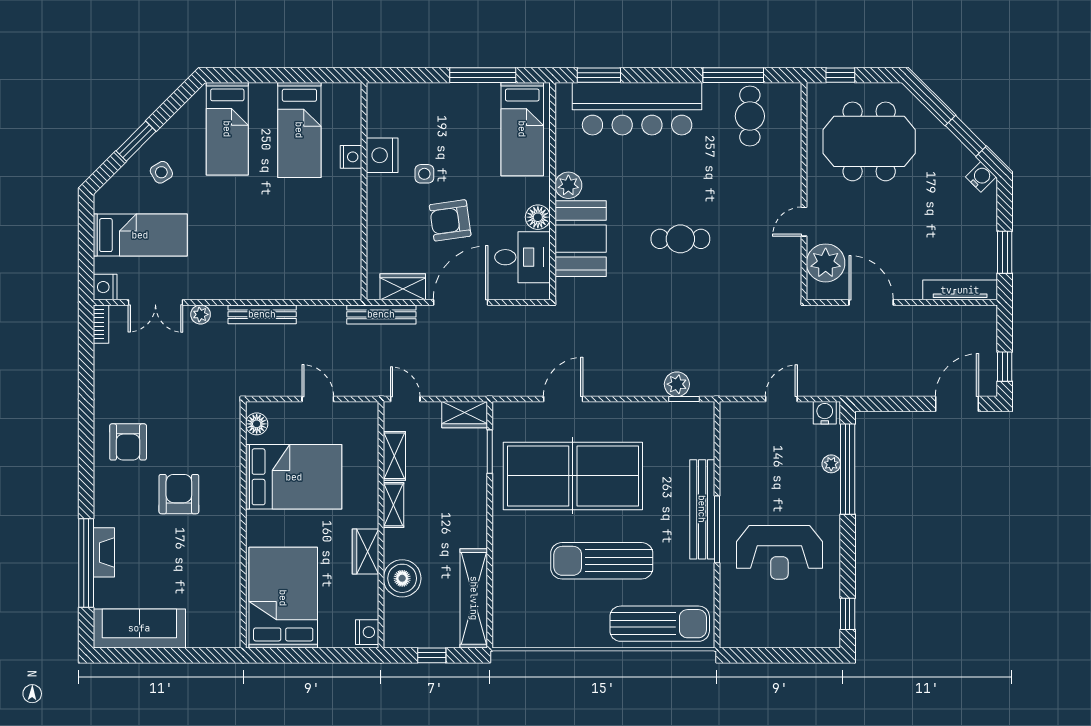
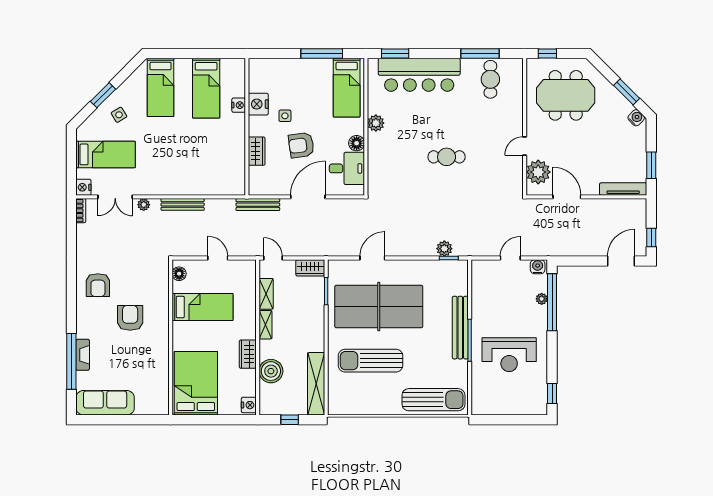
booth: (581, 239) -> (384, 157), removed
wardrobe: (403, 287) -> (257, 151), moved, turned 90
bed: (294, 477) -> (202, 307), width x0.67
sun lounger: (602, 561) -> (371, 361), moved

